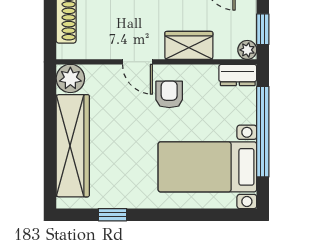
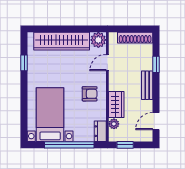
plant: (247, 50) -> (114, 124), moved
door: (137, 62) -> (107, 63), moved

